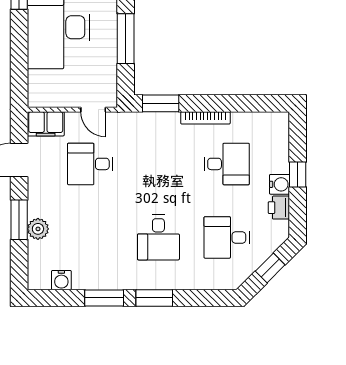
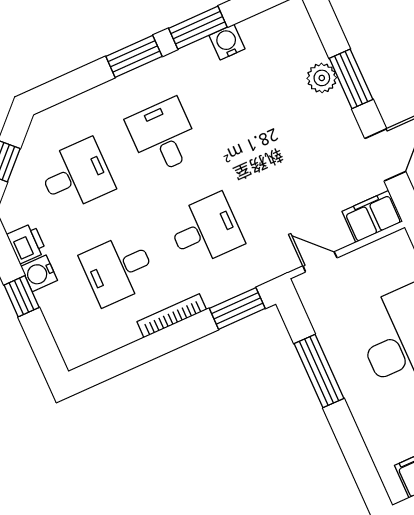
desk: (90, 164) -> (205, 230), moved
water cooler: (61, 280) -> (227, 42), moved

